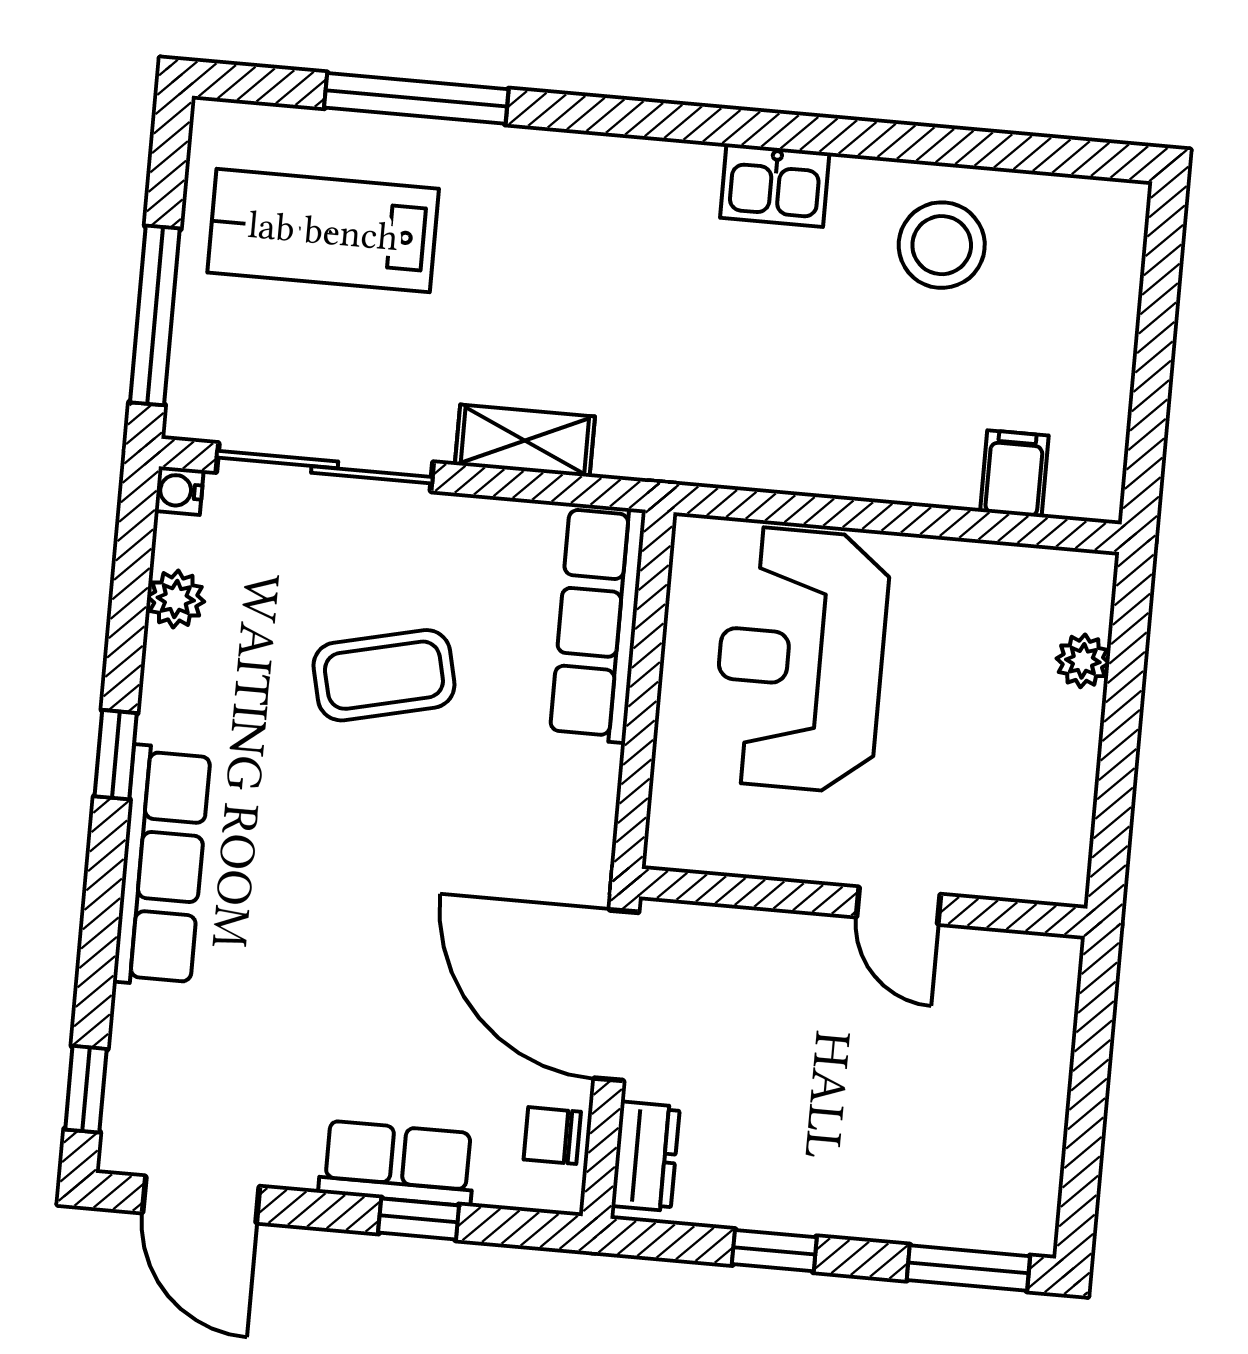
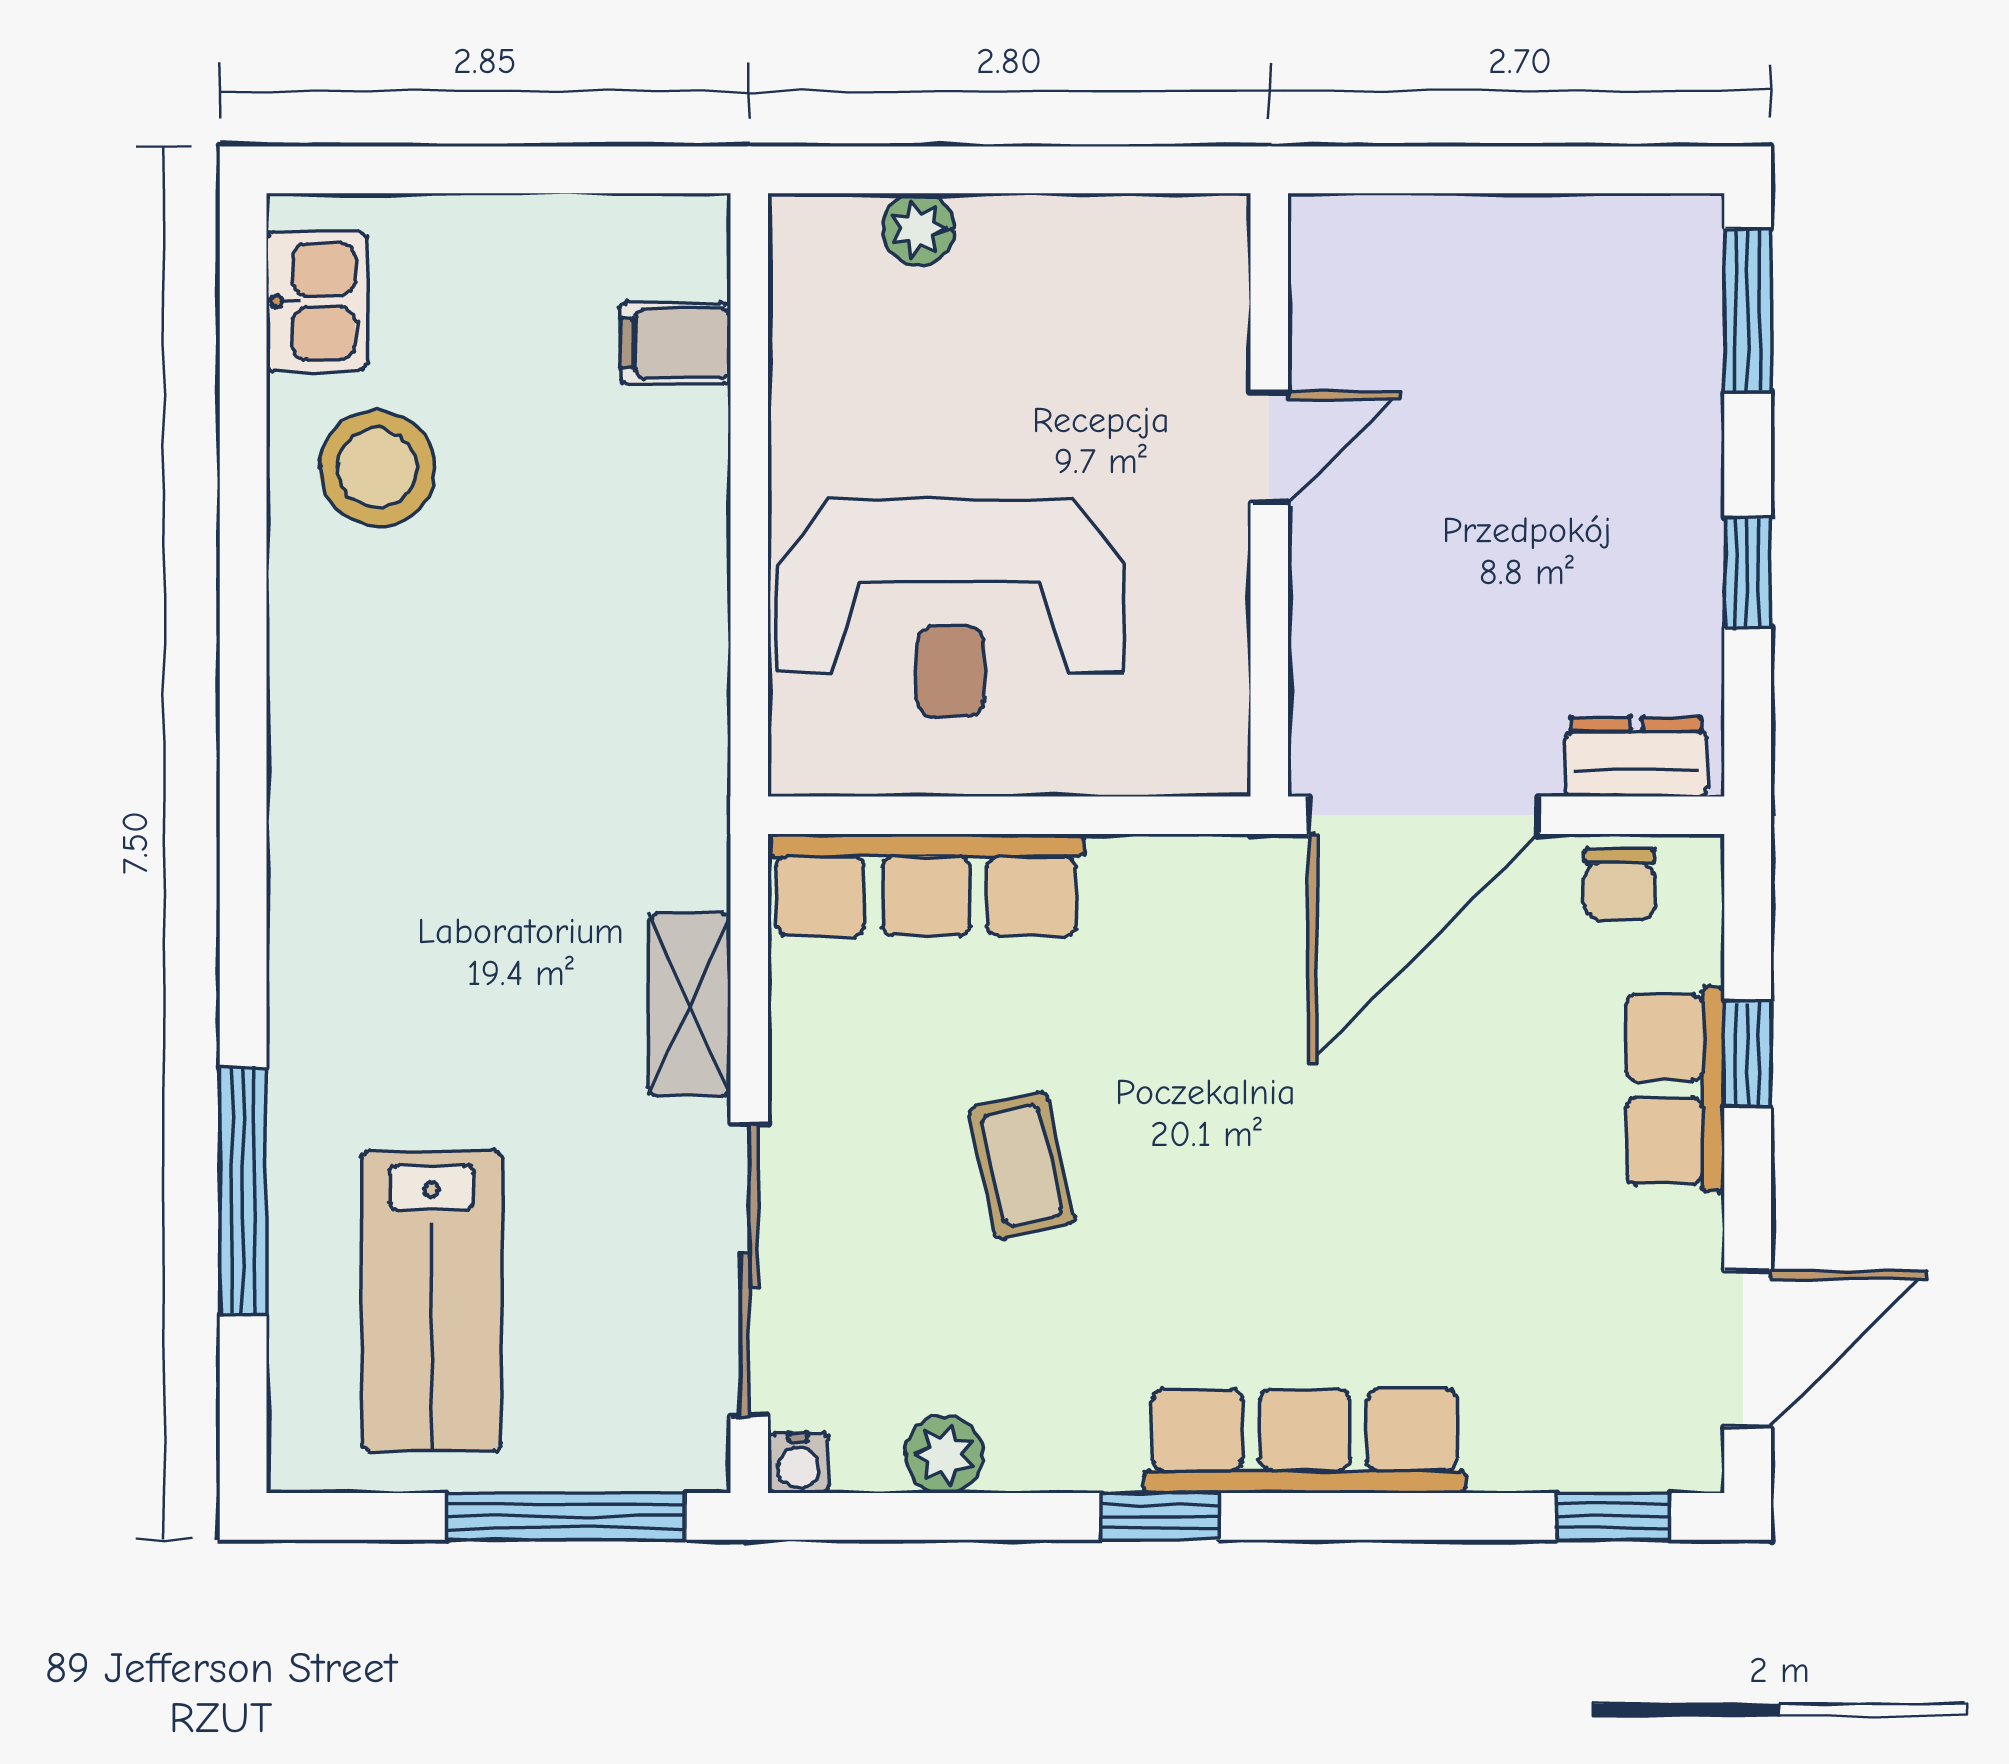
kitchen sink: (775, 185) -> (317, 301), moved
coffee table: (384, 675) -> (1022, 1166), width x0.73, depth x0.77

